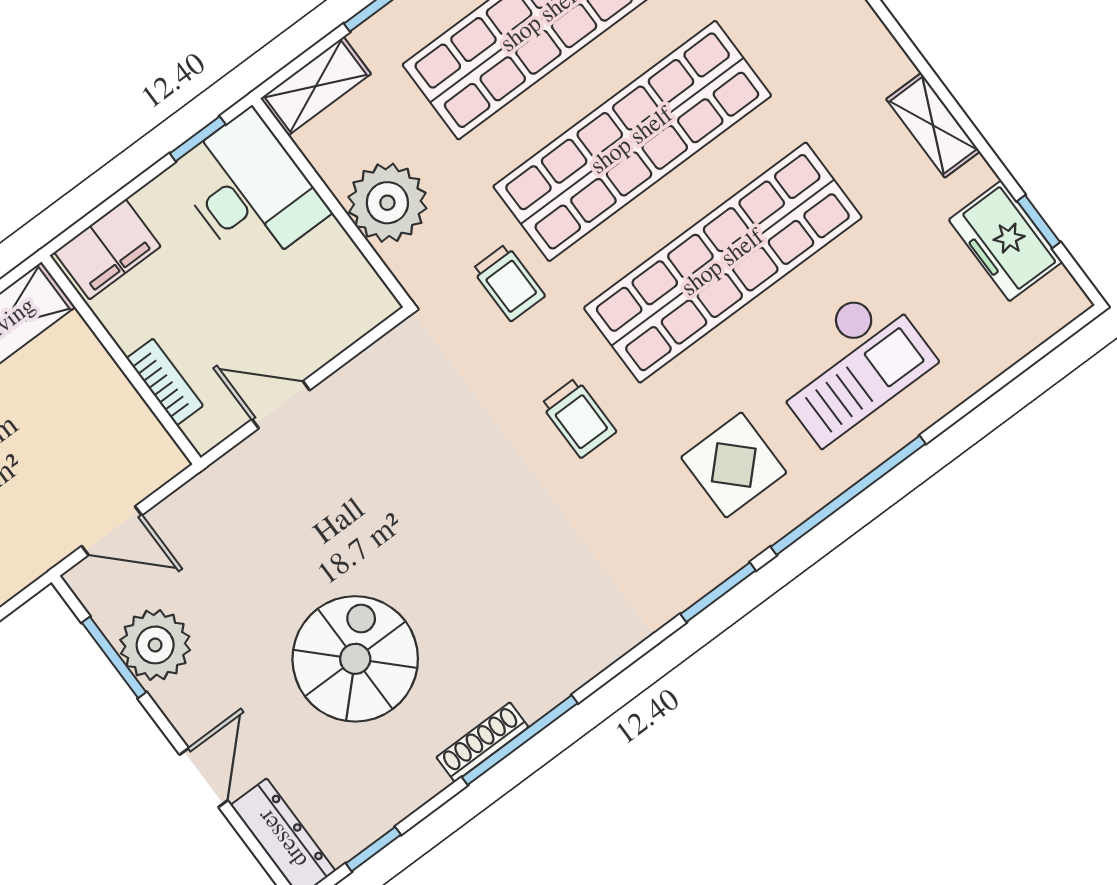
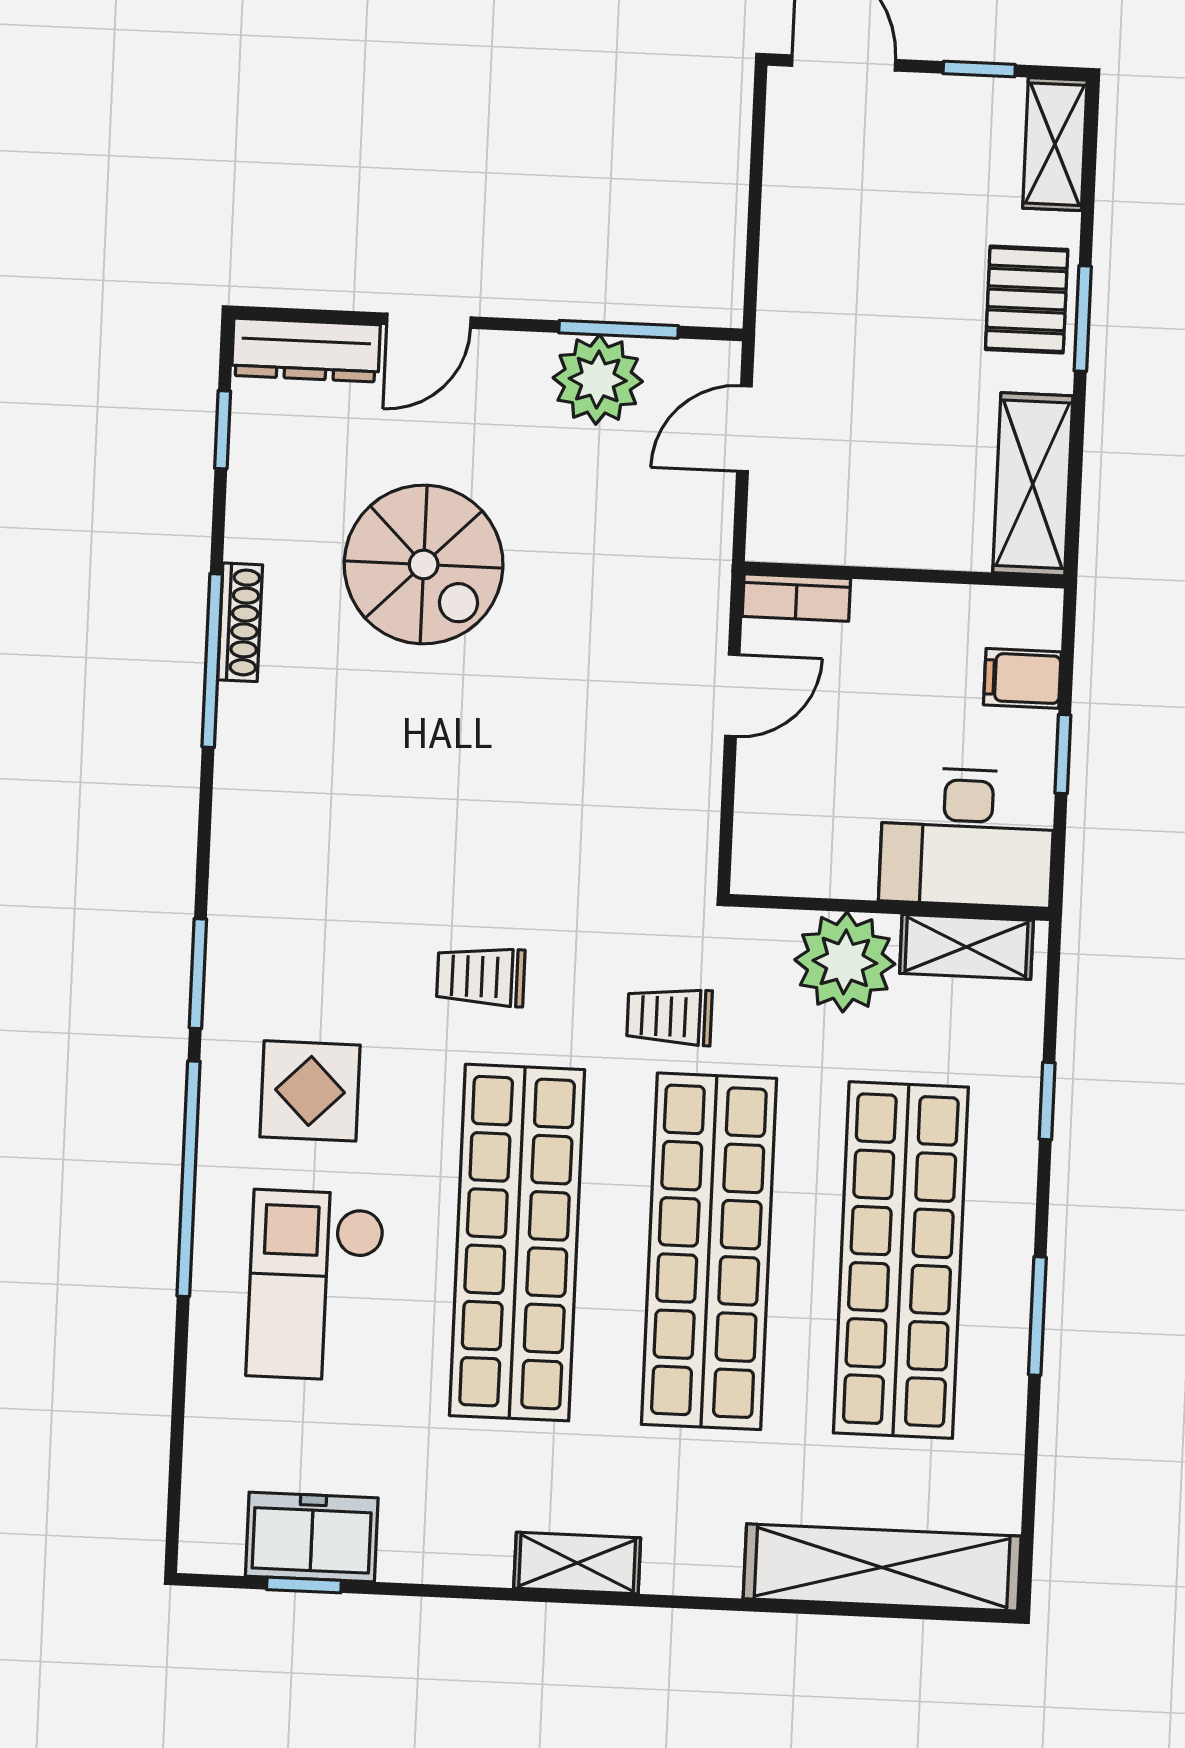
shelving: (316, 86) -> (966, 947), moved, turned 90
shelving: (933, 125) -> (577, 1563), moved
window: (198, 139) -> (1063, 754), moved
filing cabinet: (107, 249) -> (1022, 678), width x0.50
bookcase: (165, 382) -> (796, 598), moved
door: (204, 778) -> (429, 321), hinge flipped

